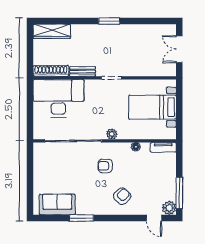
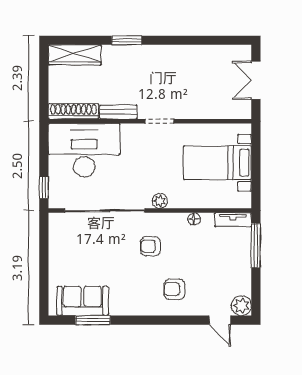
window: (109, 21) -> (127, 40), moved
window: (30, 125) -> (44, 187), added
window: (179, 193) -> (256, 246), moved
armchair: (122, 196) -> (174, 289), turned -134
window: (81, 218) -> (93, 320), moved

